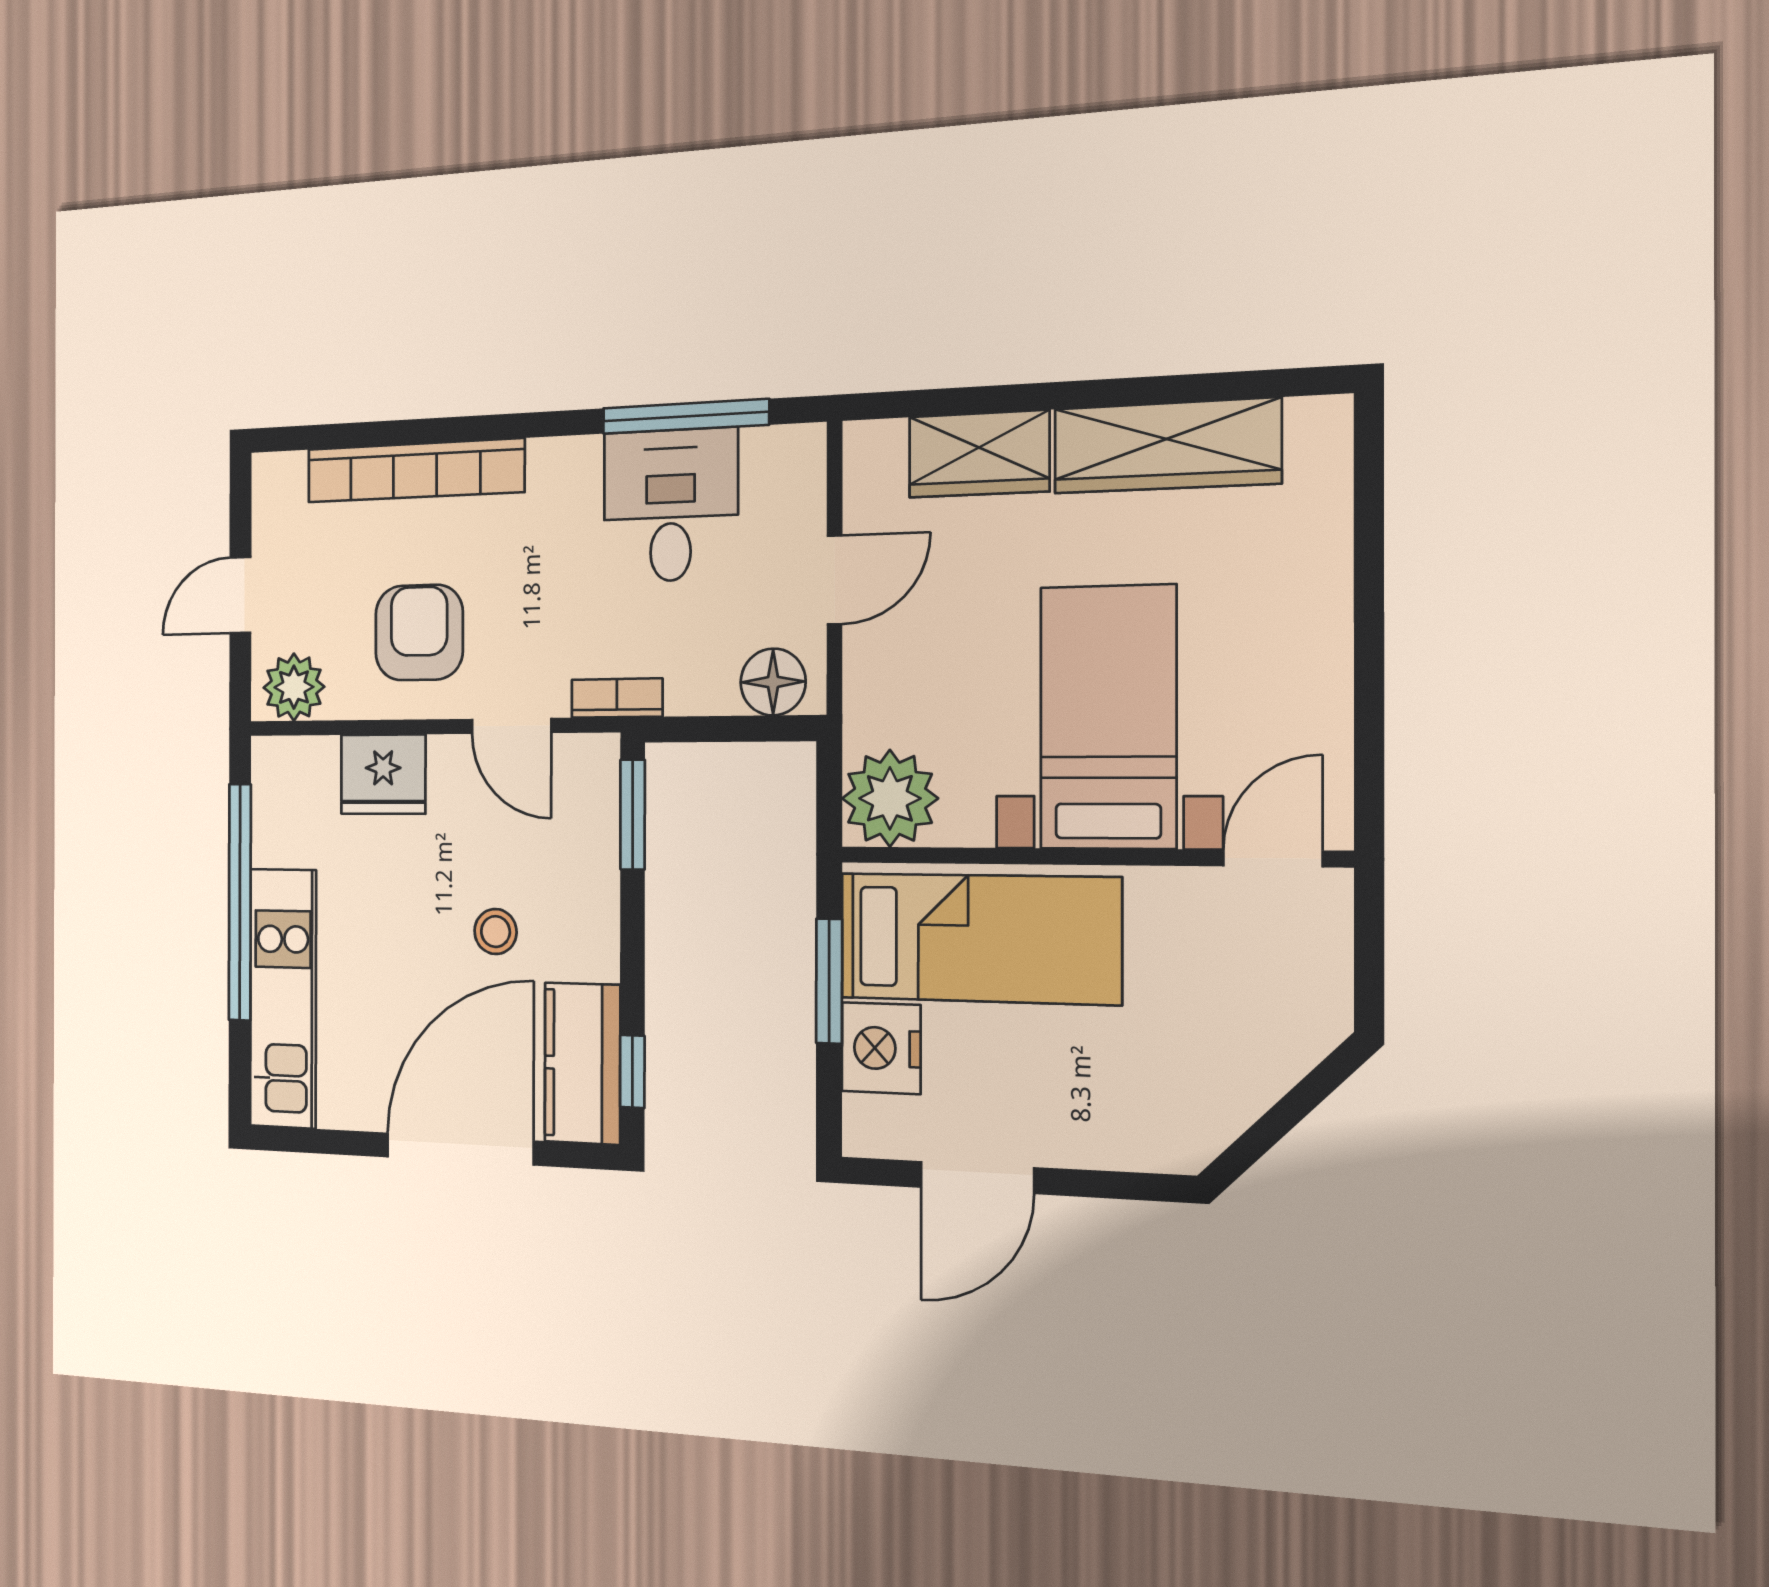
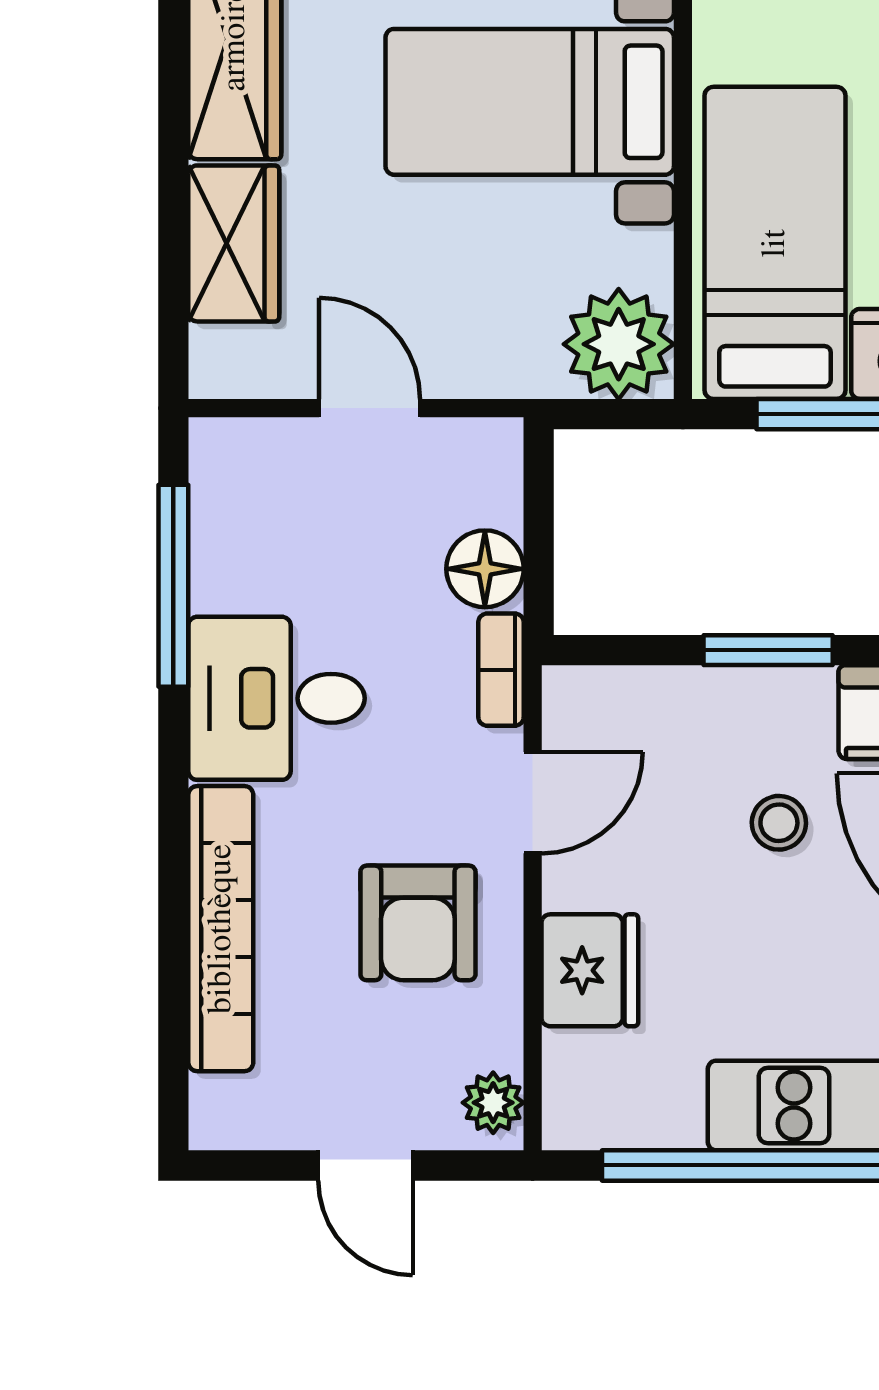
desk: (671, 505) -> (276, 698), moved
armchair: (419, 633) -> (418, 923), turned -90
floor lamp: (773, 682) -> (485, 569), moved
plant: (294, 687) -> (493, 1103), width x0.73, depth x0.73
window: (633, 815) -> (768, 650), moved

